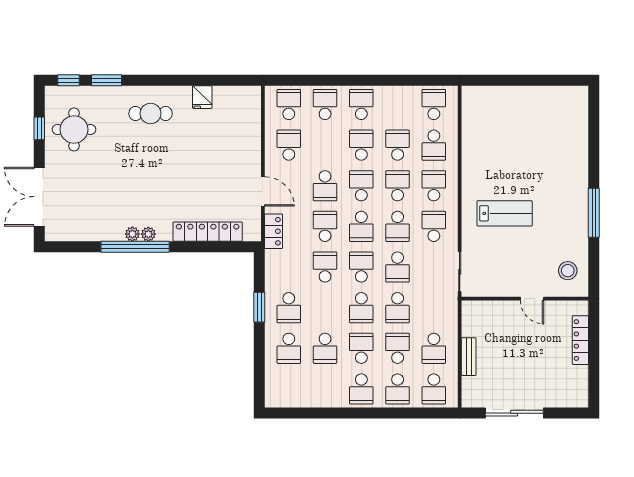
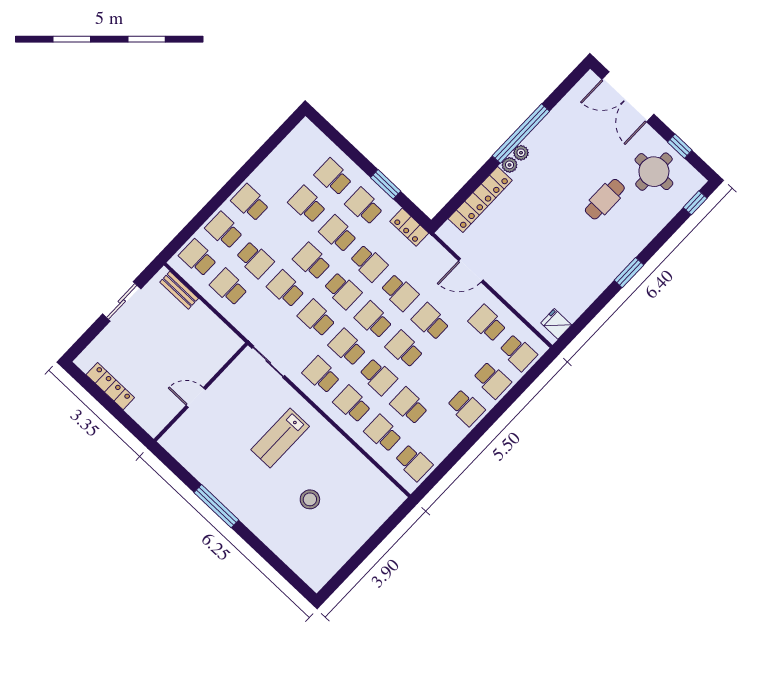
window: (106, 80) -> (629, 273), moved
fridge: (202, 97) -> (556, 324), moved
cafe table: (151, 114) -> (605, 199), moved
school desk: (289, 145) -> (487, 323), turned 180
school desk: (361, 145) -> (435, 378), removed
school desk: (398, 145) -> (409, 406), turned 180
school desk: (361, 186) -> (404, 349), turned 180
school desk: (434, 186) -> (352, 404), turned 180
double door: (39, 197) -> (628, 97), swing flipped
school desk: (434, 226) -> (321, 375), turned 180
locker: (274, 231) -> (409, 227), moved
plant: (132, 234) -> (510, 165), moved
stool: (568, 271) -> (310, 499), moved
locker: (580, 340) -> (110, 386), moved
school desk: (361, 348) -> (338, 234), moved, turned 180
bench: (469, 357) -> (179, 290), moved
sliding door: (514, 413) -> (122, 301), width x0.73

